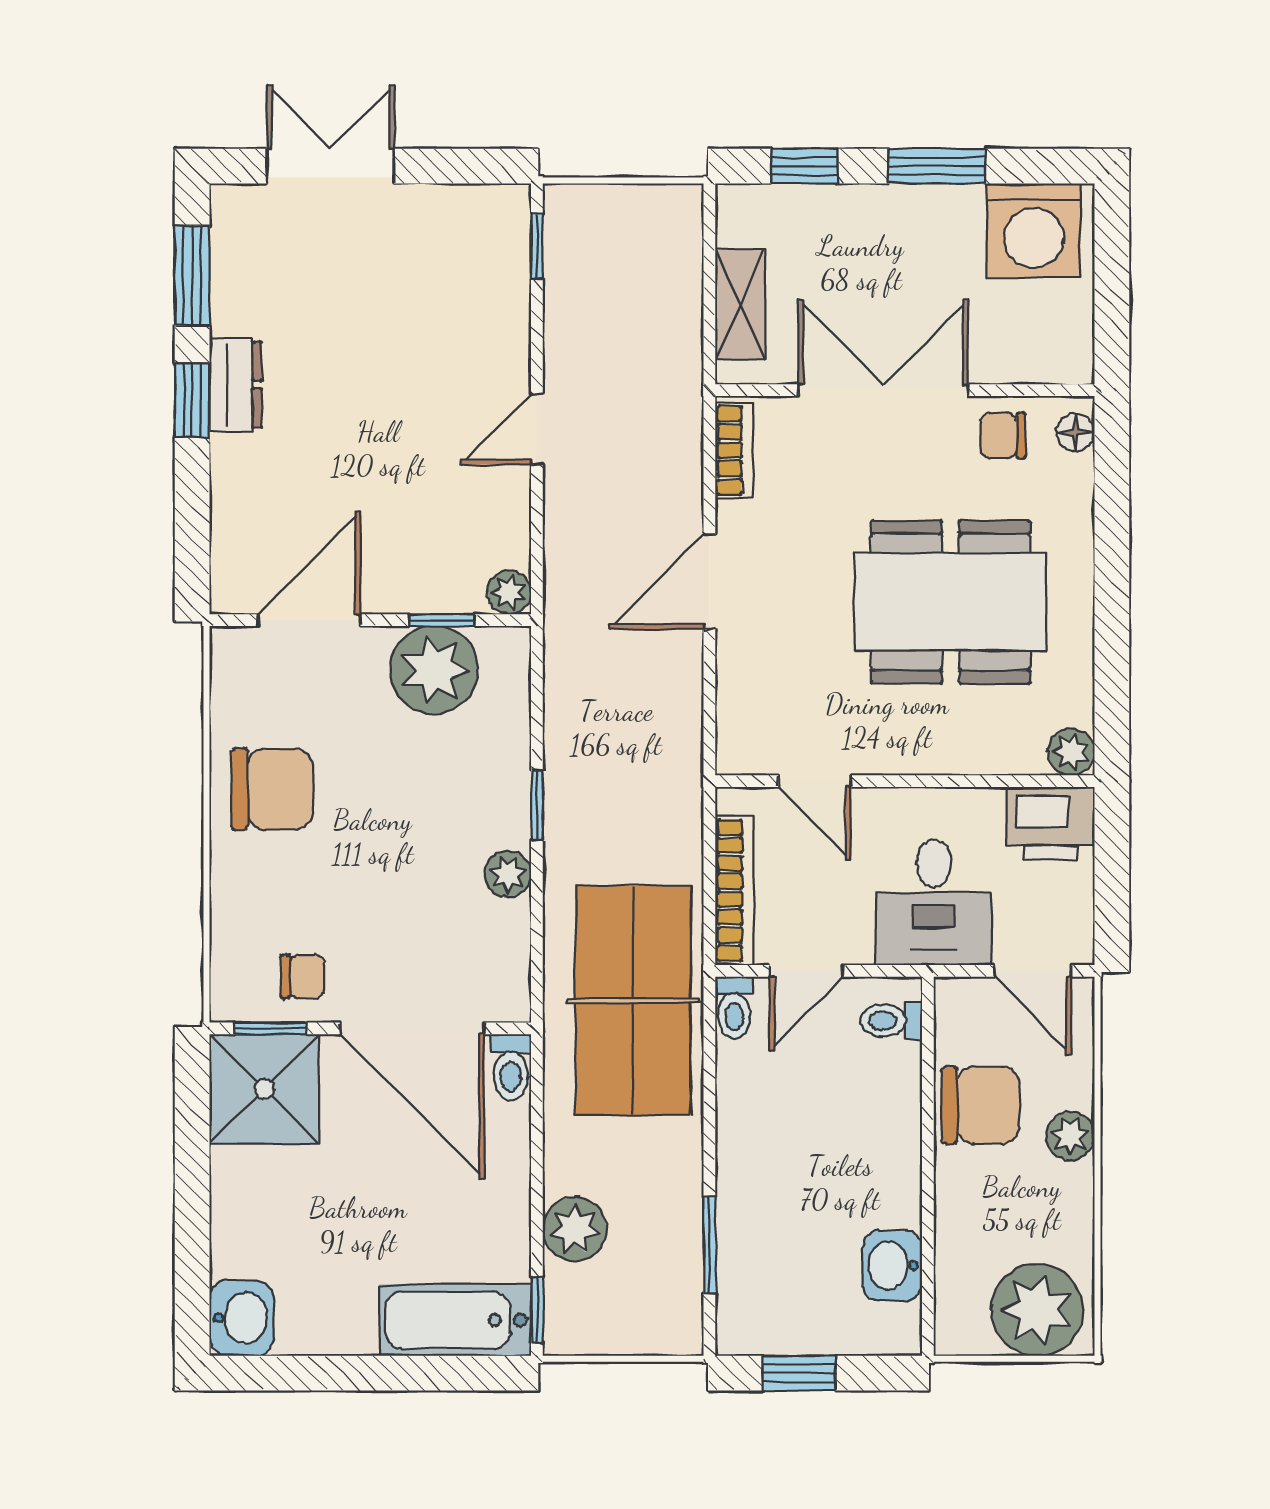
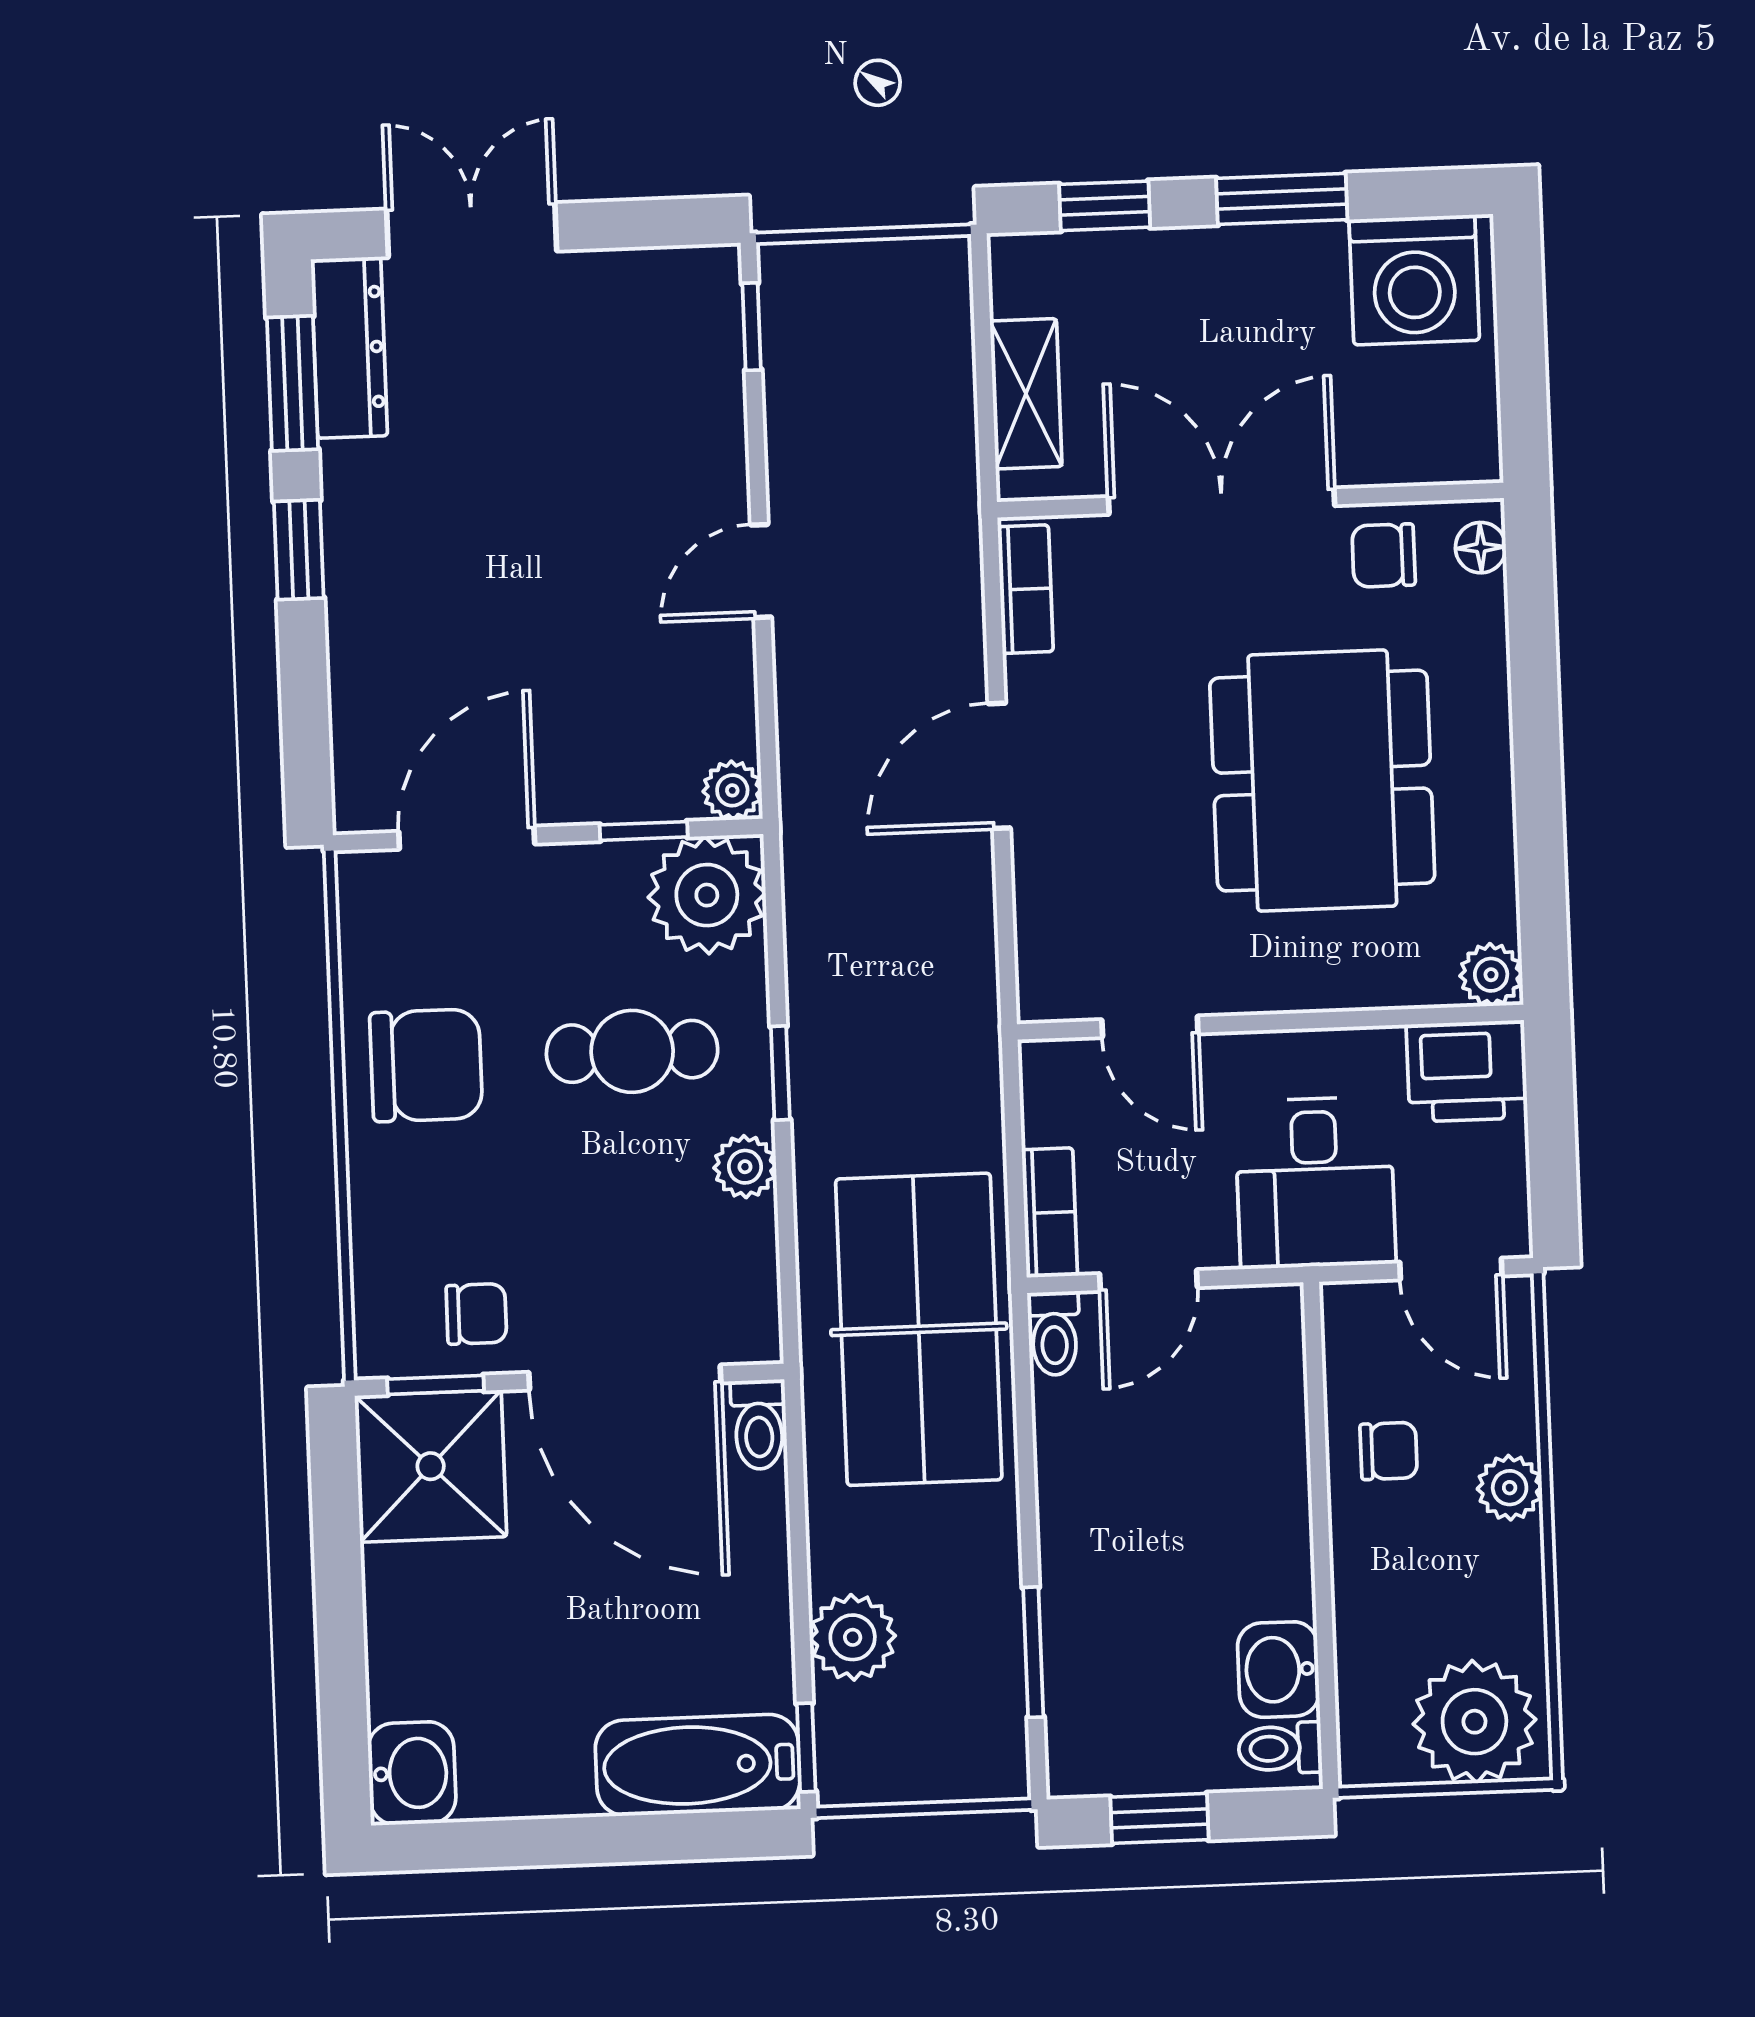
dresser: (236, 385) -> (349, 347), moved, width x1.44
dining table: (951, 602) -> (1322, 781), turned 90
plant: (434, 670) -> (707, 895), moved
cafe table: (427, 785) -> (632, 1051), added
bookcase: (734, 890) -> (1050, 1213), width x0.64
toilet: (891, 1021) -> (1280, 1748), moved
chair: (981, 1105) -> (1389, 1451), width x0.54, depth x0.54

